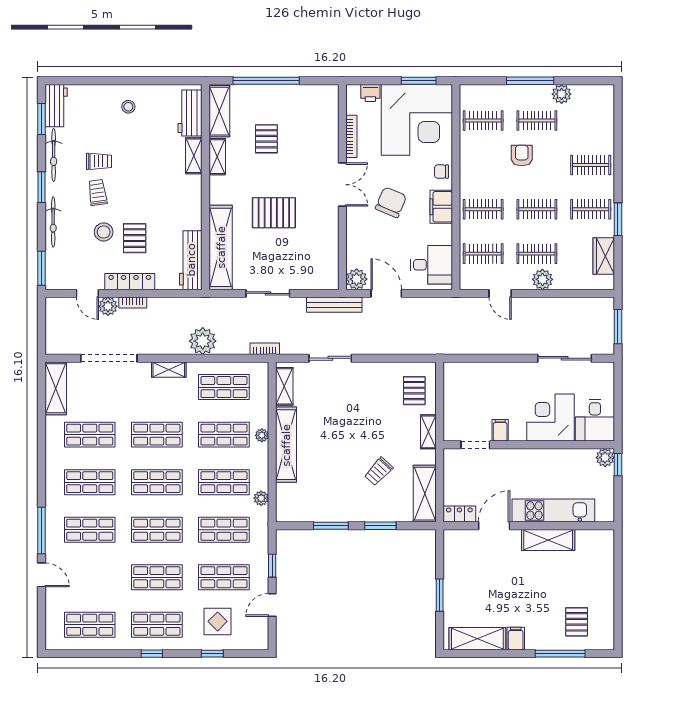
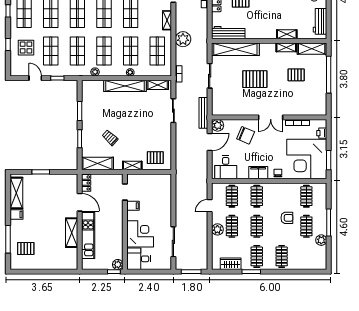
workbench: (190, 113) -> (320, 21), moved, turned -90
chair: (391, 202) -> (246, 135), moved
pallet: (274, 213) -> (255, 79), turned 90

